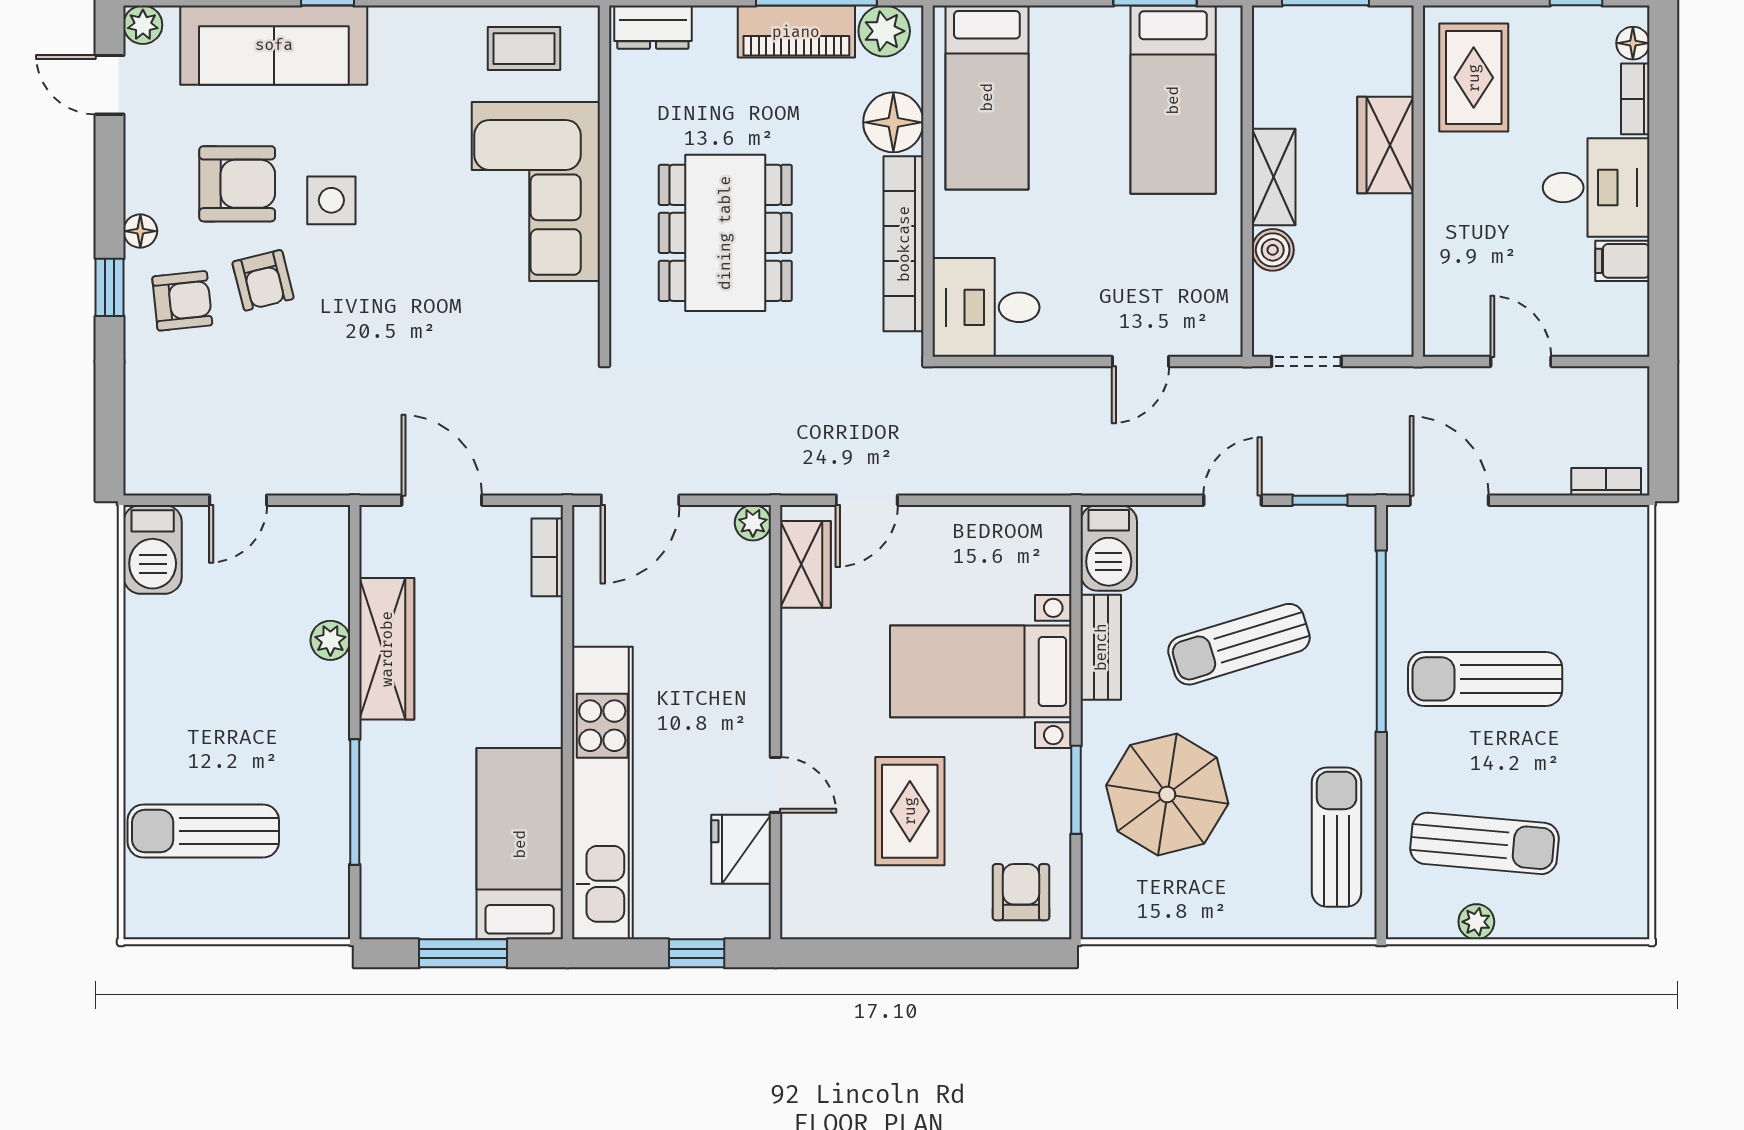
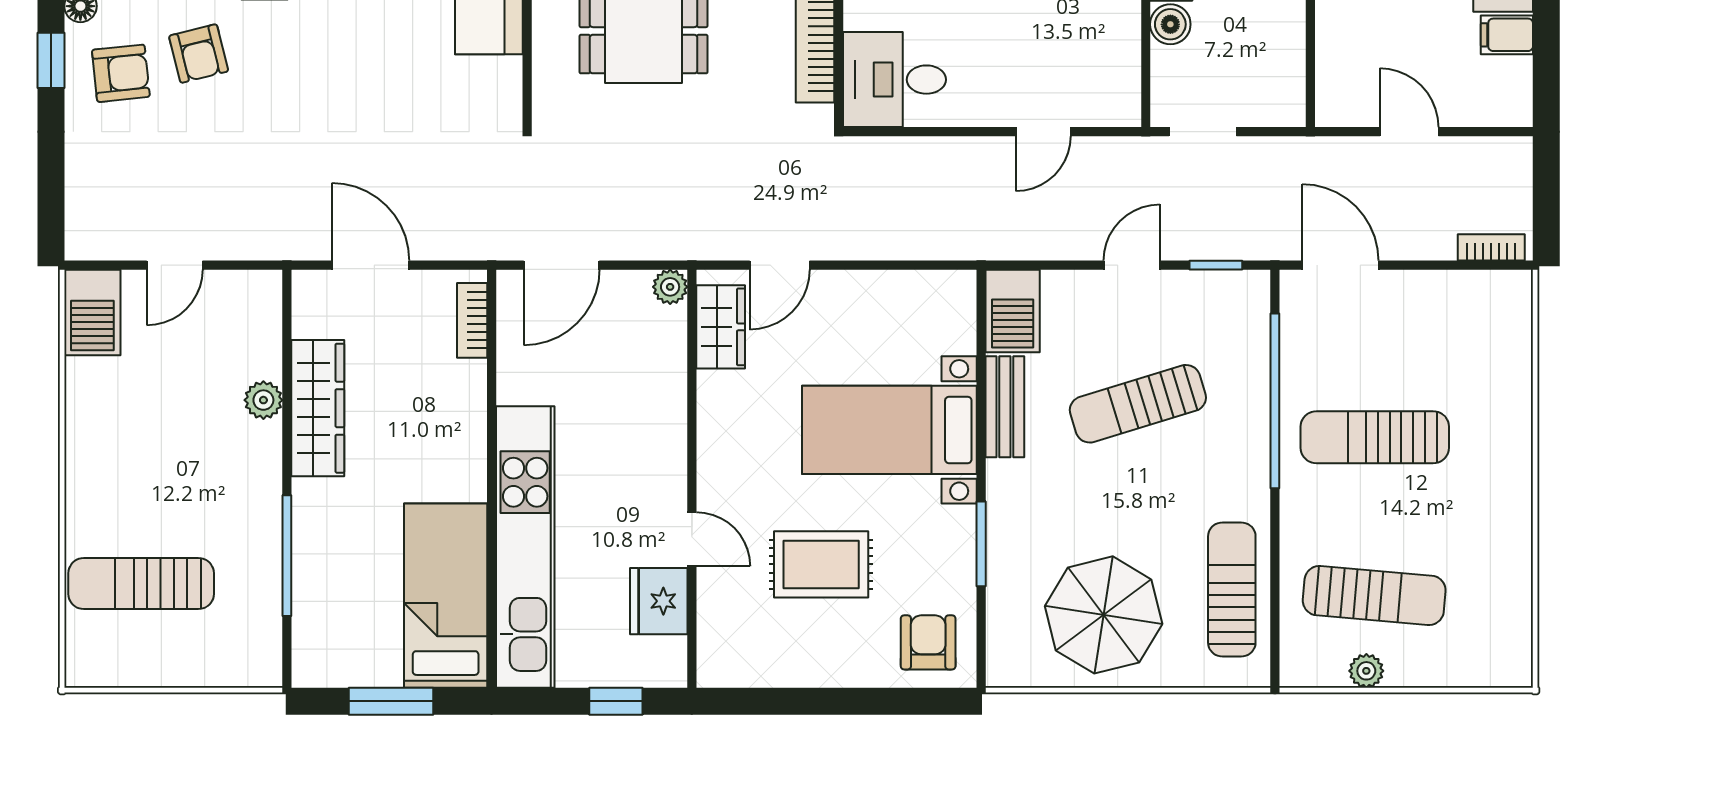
parasol: (1167, 794) -> (1104, 615), moved
rug: (910, 811) -> (821, 564), turned 90

